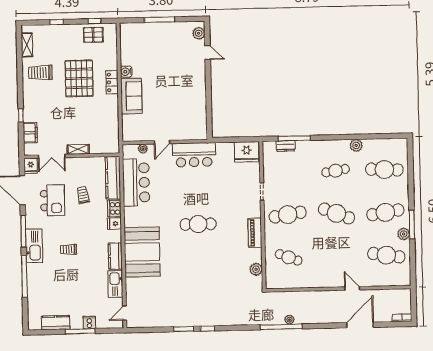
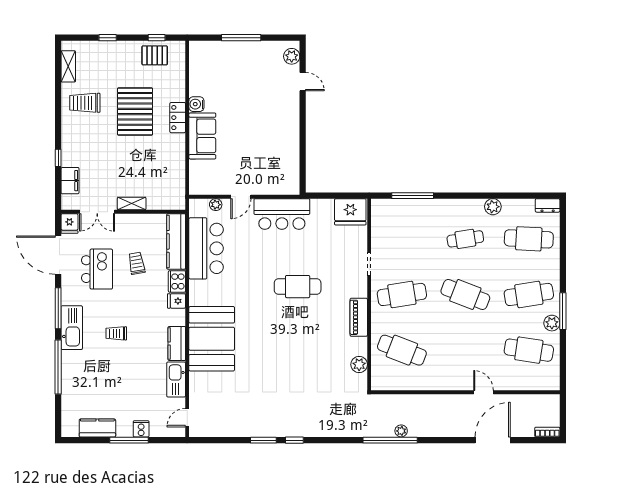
dresser: (286, 146) -> (548, 205), moved
cafe table: (198, 224) -> (298, 287), moved
cafe table: (289, 257) -> (402, 350), width x1.37, depth x1.35

